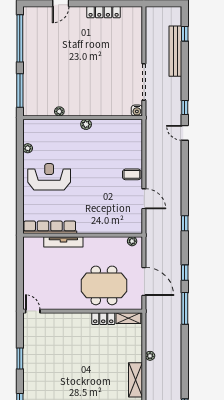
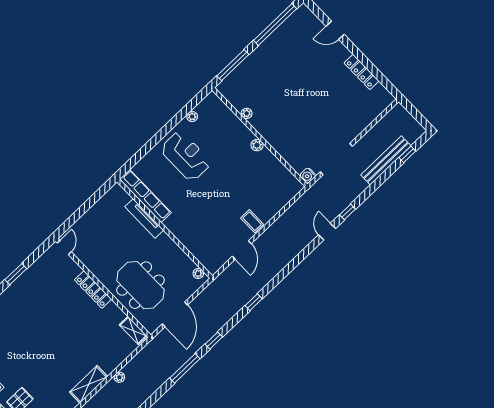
locker: (103, 319) -> (93, 289), moved, width x1.53

